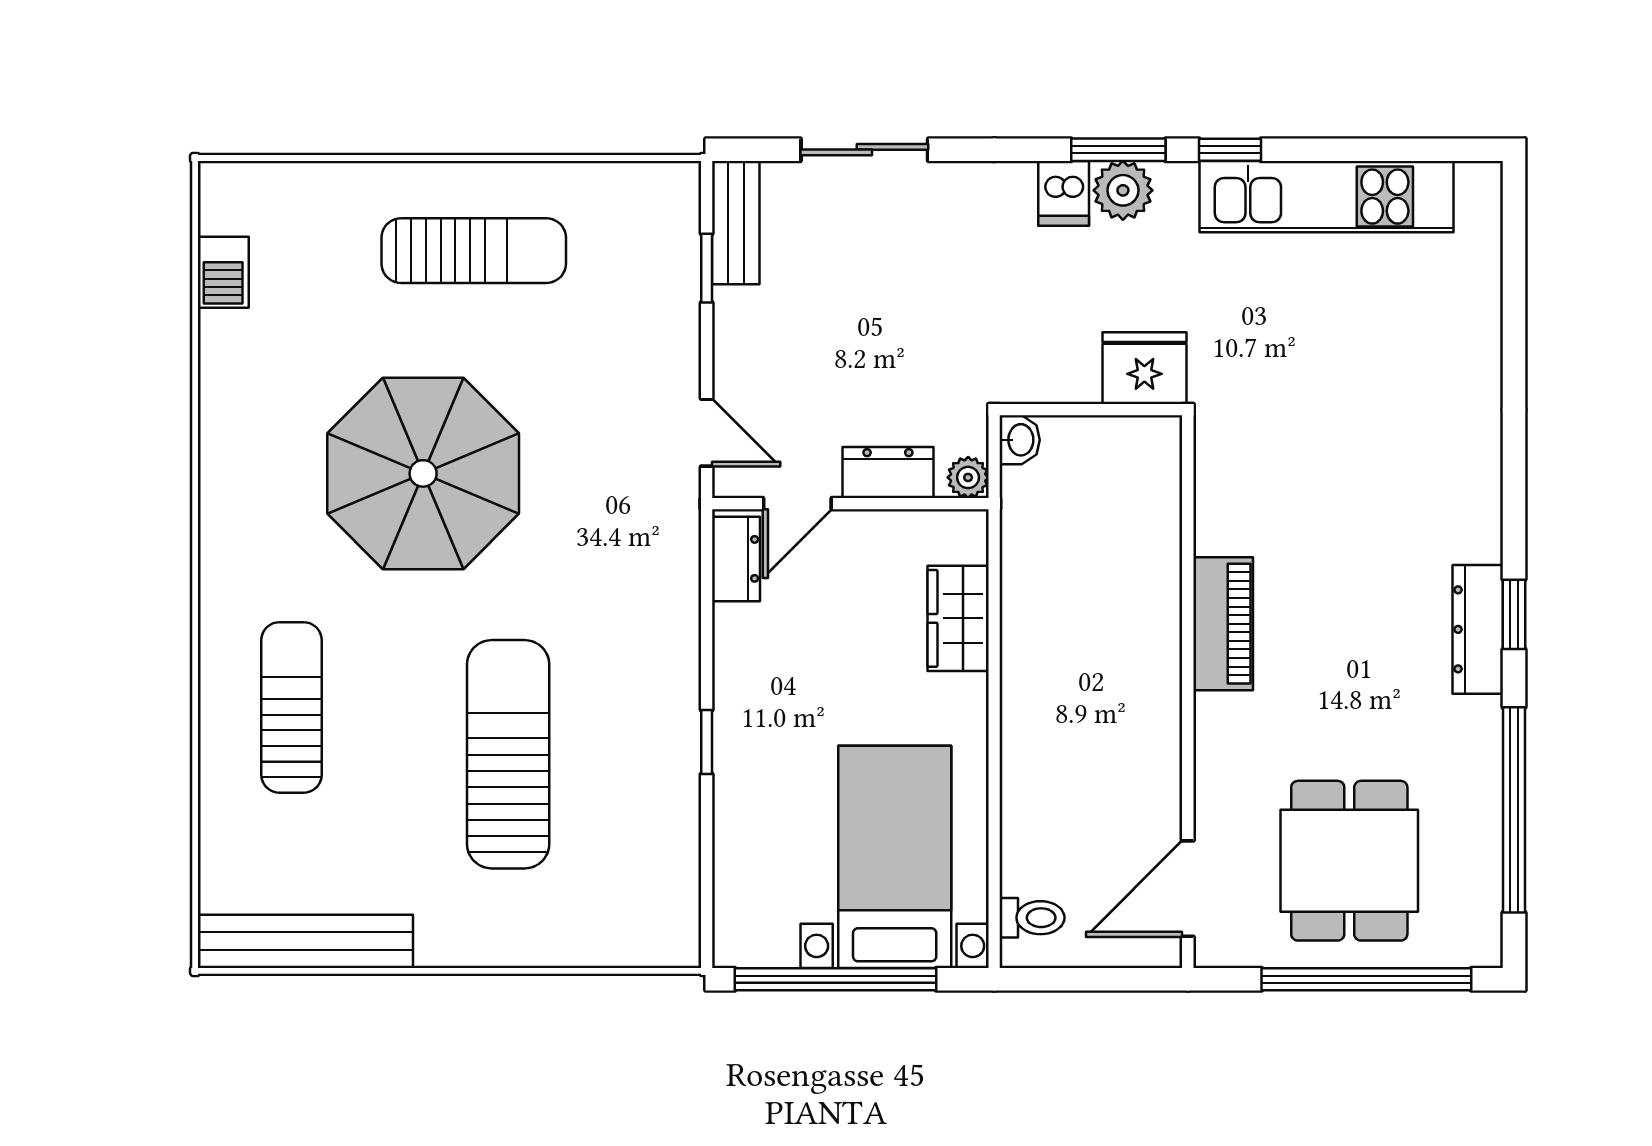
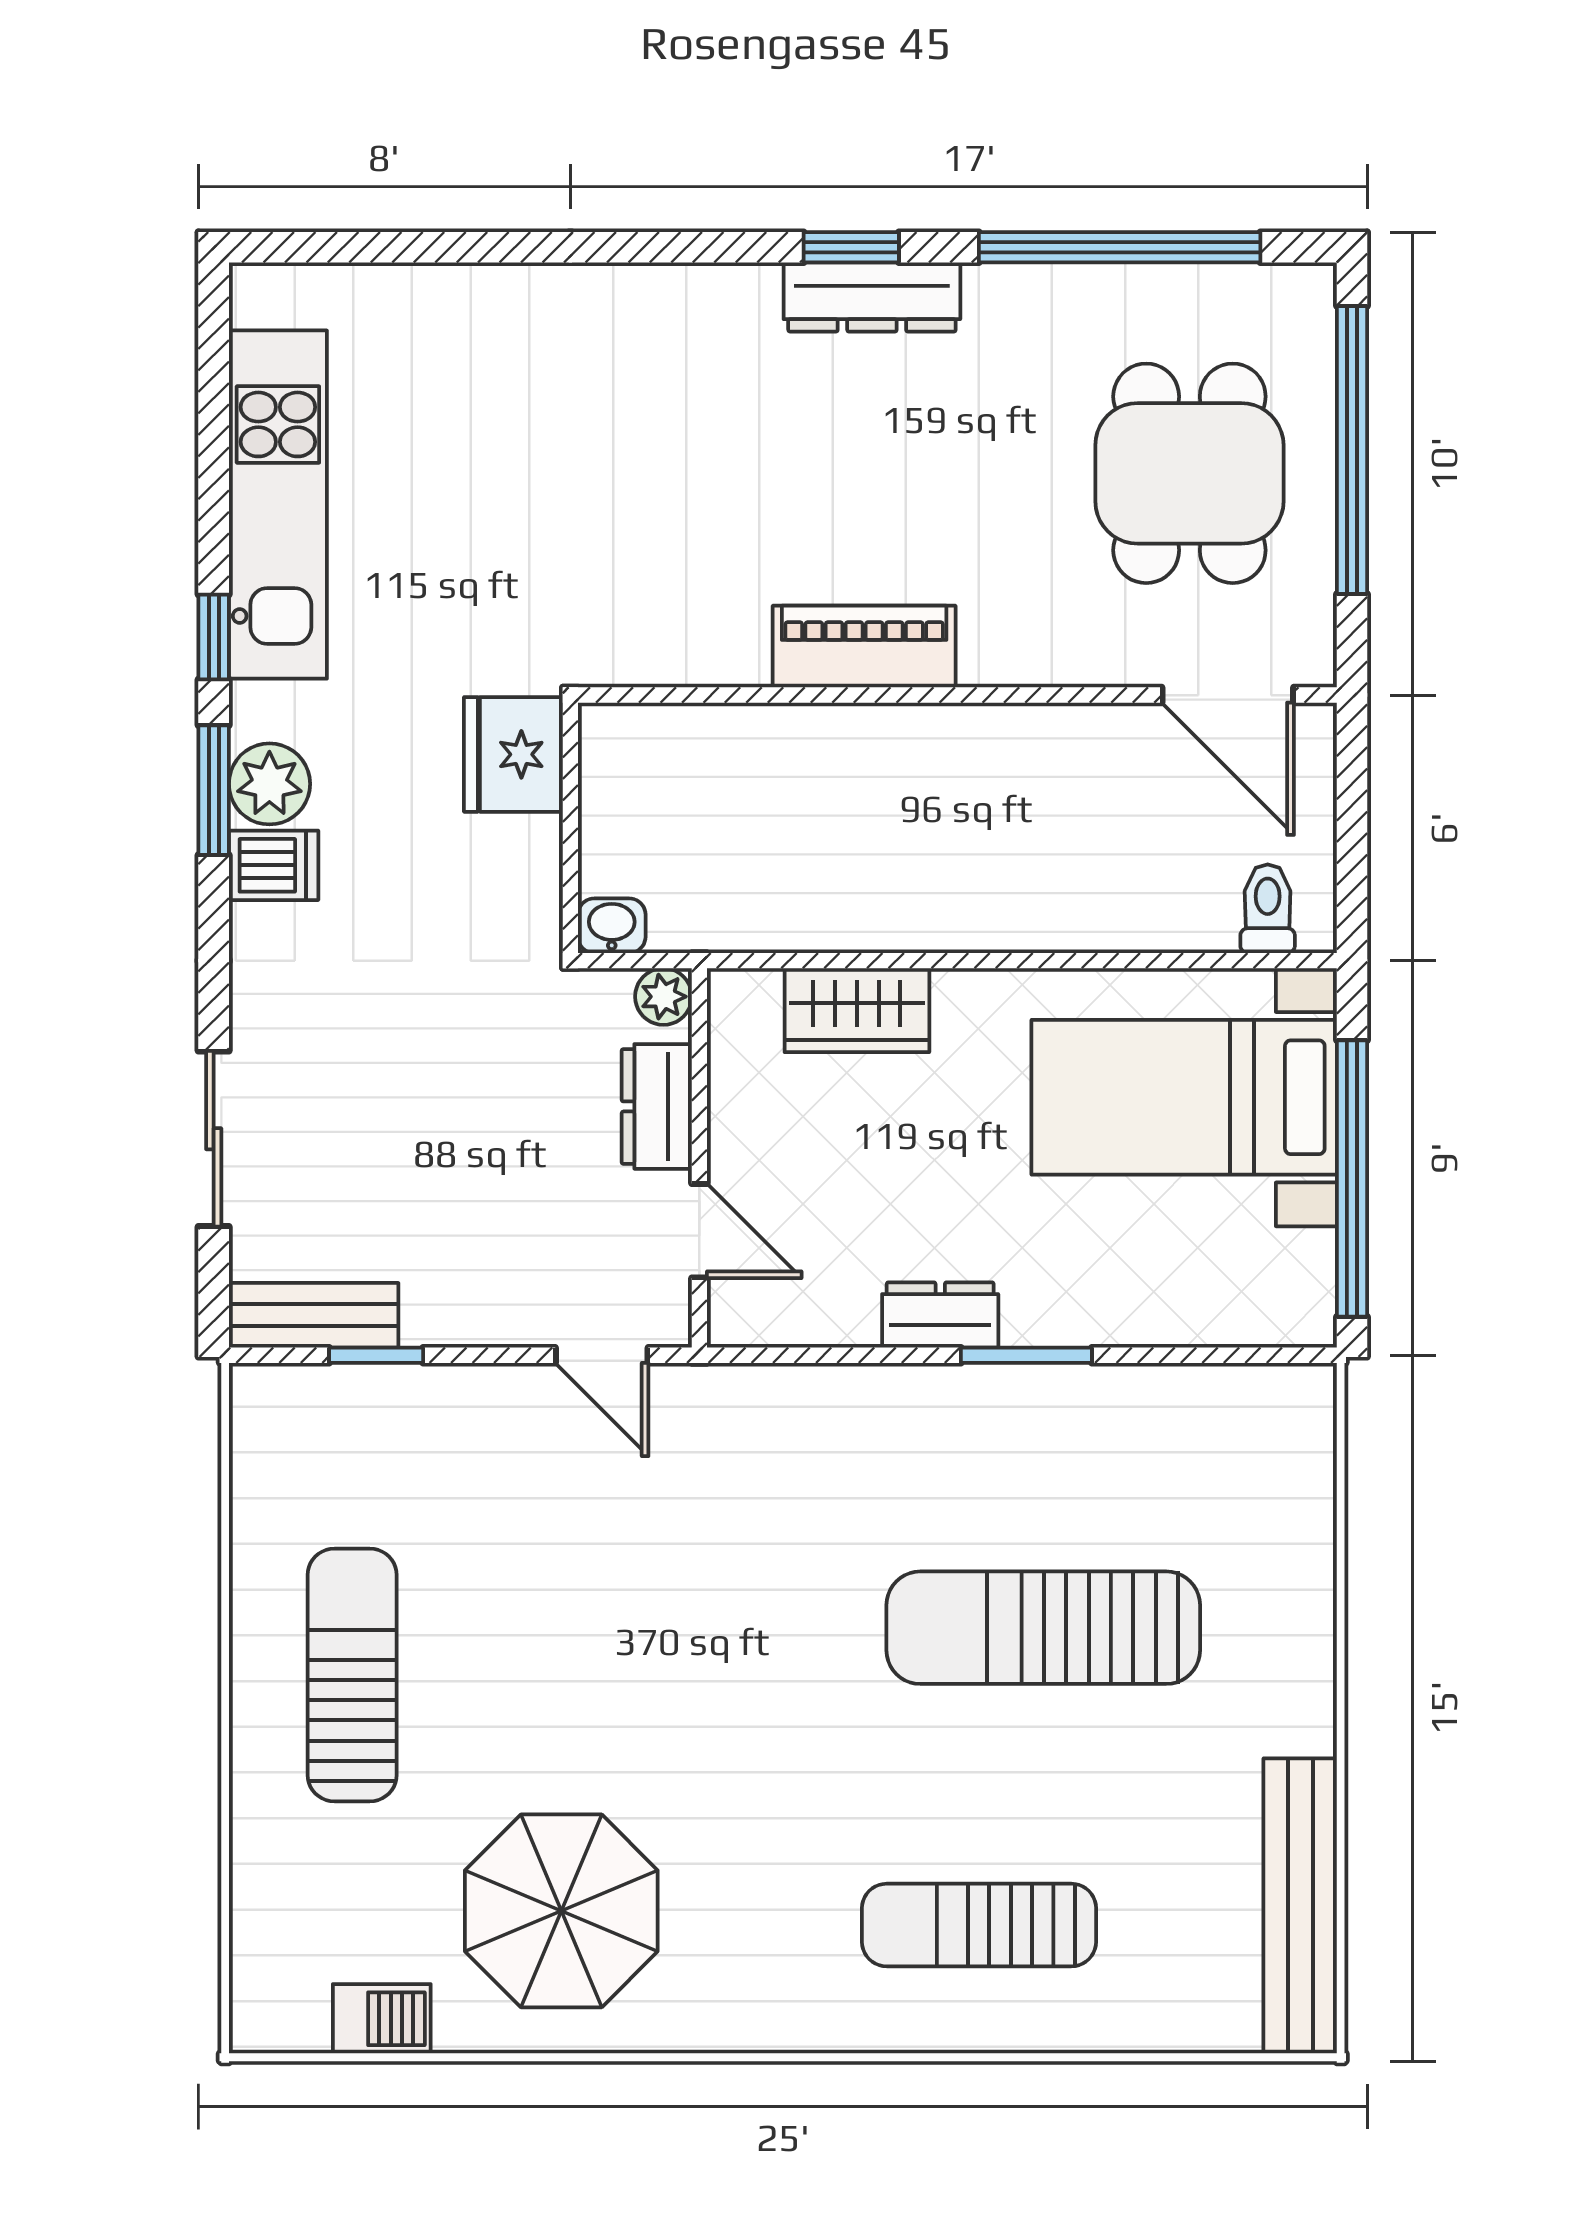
door: (707, 433) -> (602, 1355), swing flipped
parasol: (423, 473) -> (561, 1911), moved, width x0.73, depth x0.73
dresser: (736, 559) -> (940, 1315), moved
window: (707, 742) -> (1026, 1355), width x1.50
dining table: (1349, 861) -> (1189, 473), turned 90

